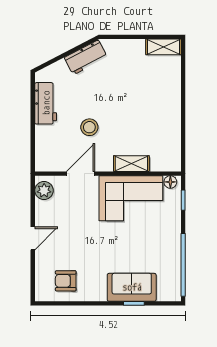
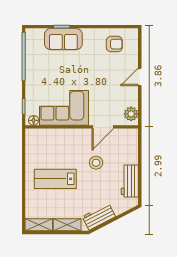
lab bench: (142, 106) -> (55, 179), added
shelving: (131, 164) -> (67, 225), moved

